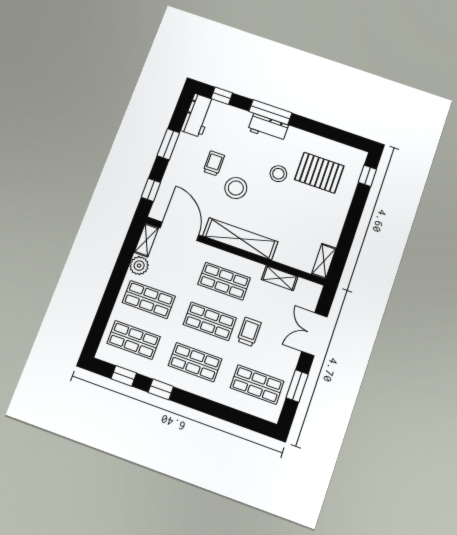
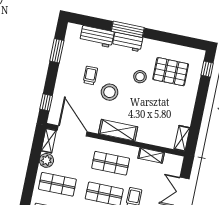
window: (222, 96) -> (89, 21), removed
workbench: (198, 115) -> (97, 37), moved, turned 90
window: (168, 144) -> (57, 51), moved
shelving: (240, 239) -> (118, 130), width x0.68

